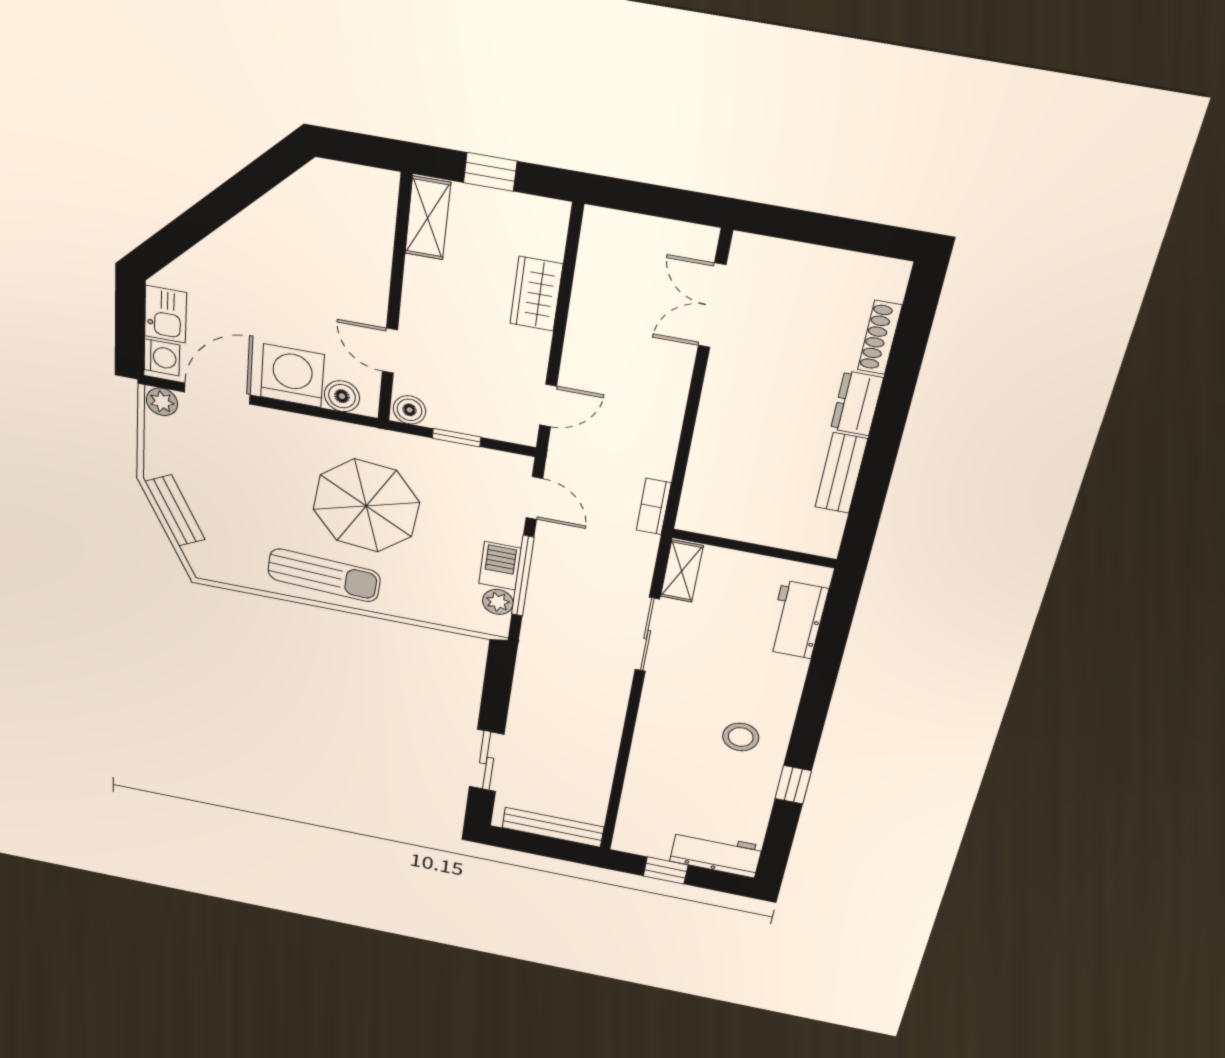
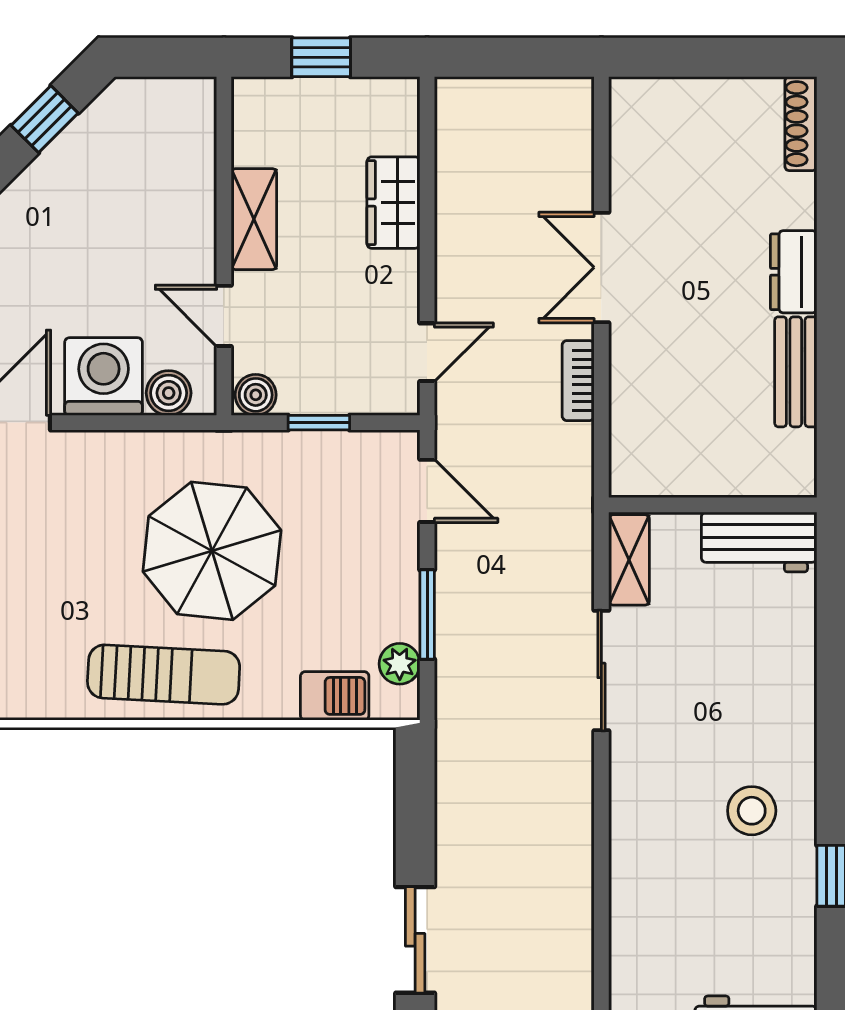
window: (256, 180) -> (45, 119), added
shelving: (428, 218) -> (254, 219), moved
double door: (712, 306) -> (601, 267), moved
shoe rack: (880, 338) -> (801, 124), moved
bookcase: (654, 507) -> (578, 381), moved
barbecue: (500, 566) -> (335, 696), moved, turned 90
window: (523, 576) -> (427, 615), width x0.69
workbench: (797, 620) -> (759, 542), moved, turned -90

